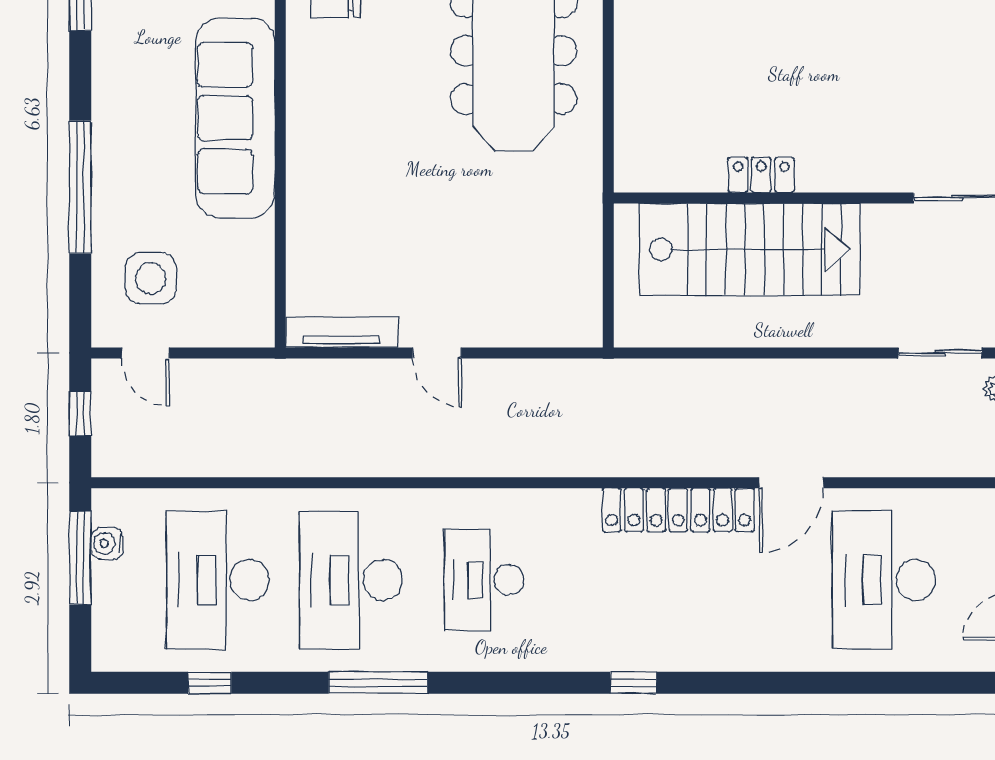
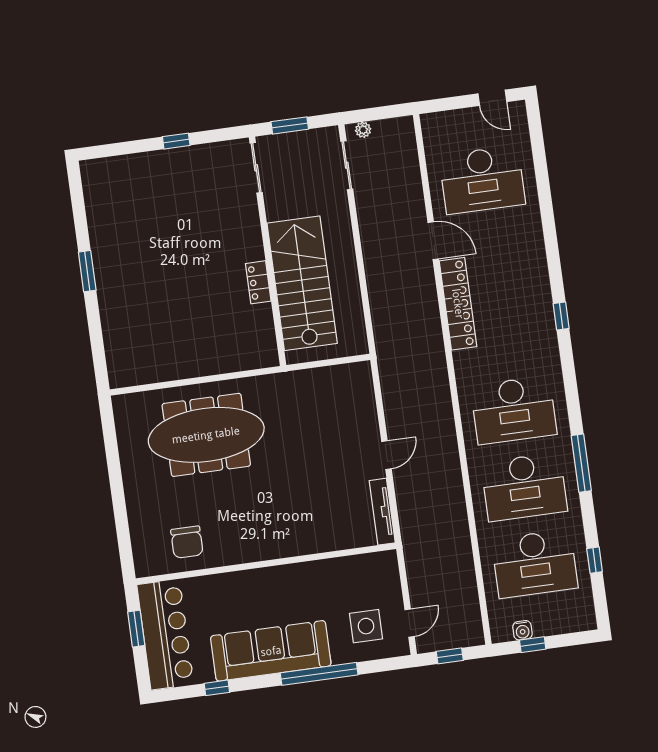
sofa: (235, 118) -> (271, 651), moved, turned 180
window: (80, 558) -> (533, 645), width x0.46
desk: (484, 580) -> (514, 410), width x1.36, depth x1.30

